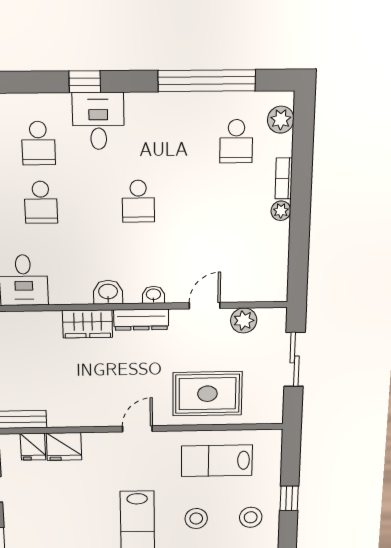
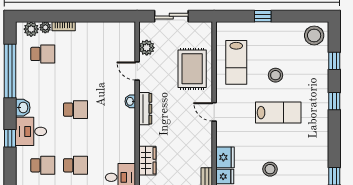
plant: (281, 211) -> (45, 27), moved
washbasin: (108, 292) -> (23, 108), moved, turned 180
wardrobe: (88, 324) -> (147, 161), moved
stool: (251, 517) -> (270, 169), moved

